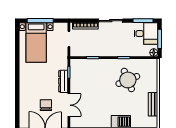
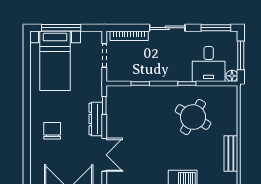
desk: (146, 34) -> (209, 64), moved, turned 90
round table: (128, 80) -> (193, 117), turned -38
chair: (46, 105) -> (52, 131), moved

